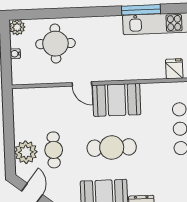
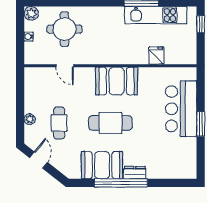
fridge: (174, 69) -> (156, 56), moved
door: (82, 84) -> (65, 66), moved
plant: (26, 152) -> (30, 119), width x0.53, depth x0.53

